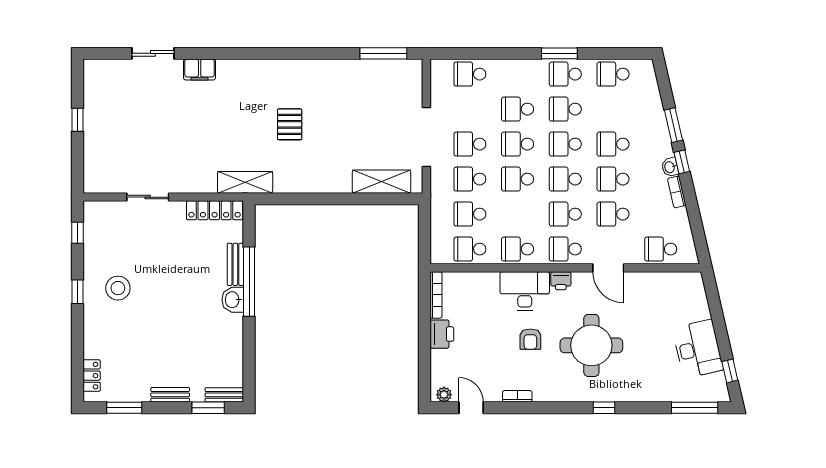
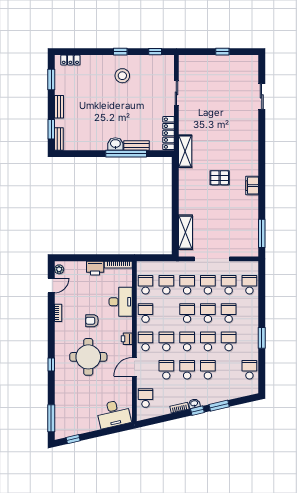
filing cabinet: (200, 69) -> (252, 186), moved
school desk: (565, 74) -> (229, 285), moved
desk: (525, 291) -> (121, 302), moved
desk: (698, 349) -> (114, 414), moved

